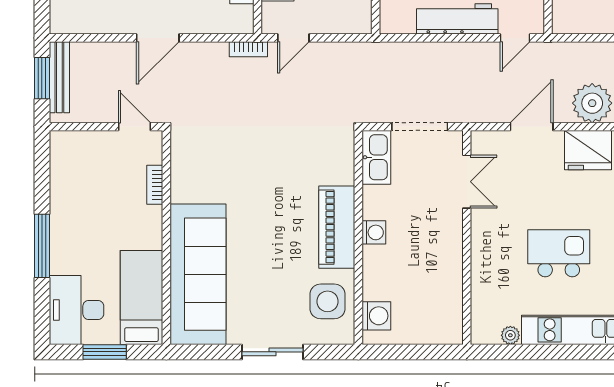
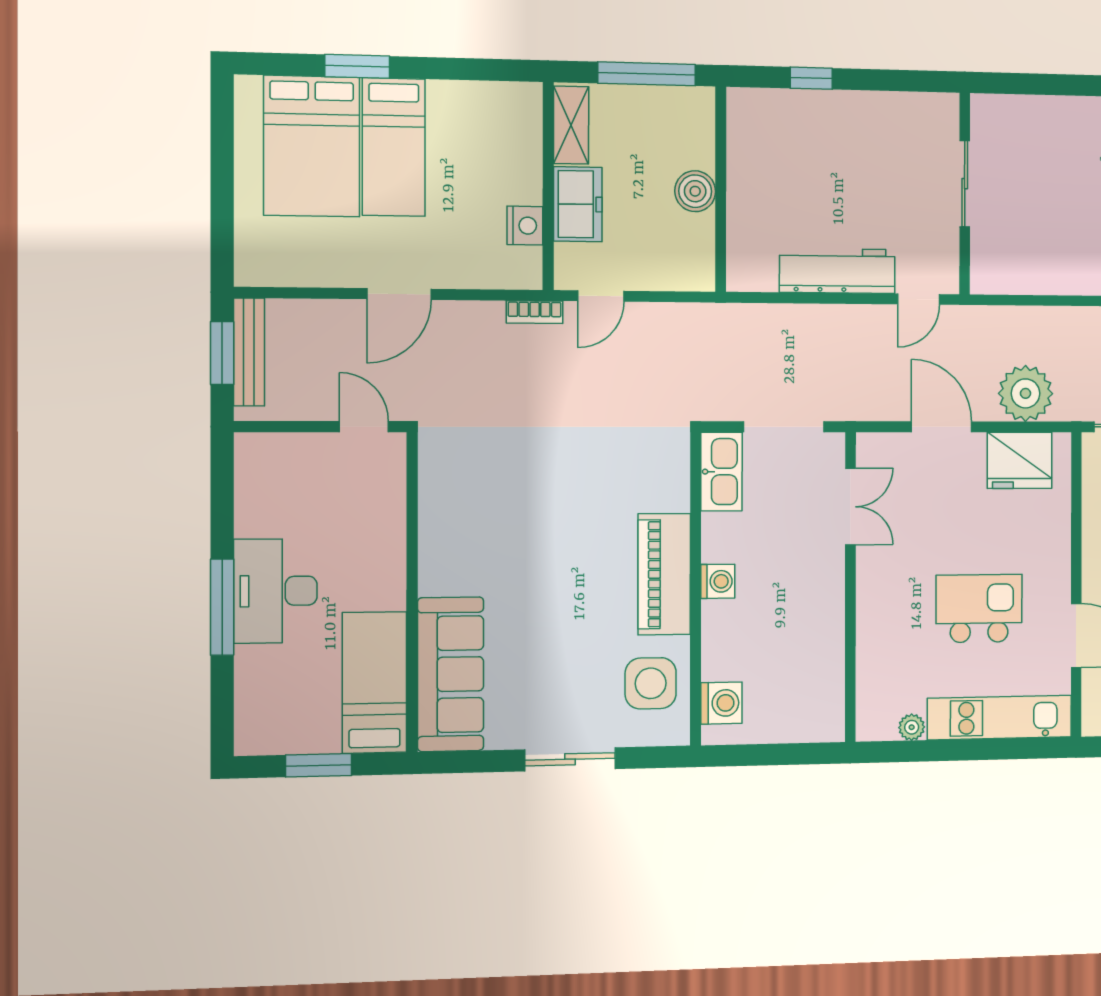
door: (532, 127) -> (942, 427), hinge flipped
bookcase: (155, 185) -> (395, 514), removed
sofa: (198, 274) -> (451, 674), width x0.74, depth x0.79
desk: (76, 310) -> (275, 591), moved

